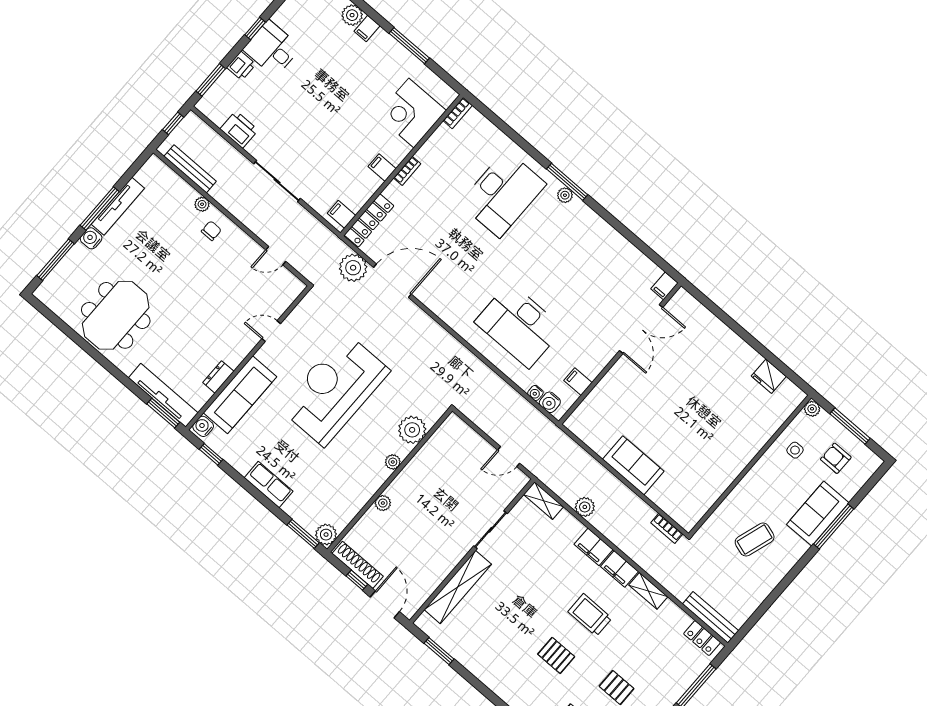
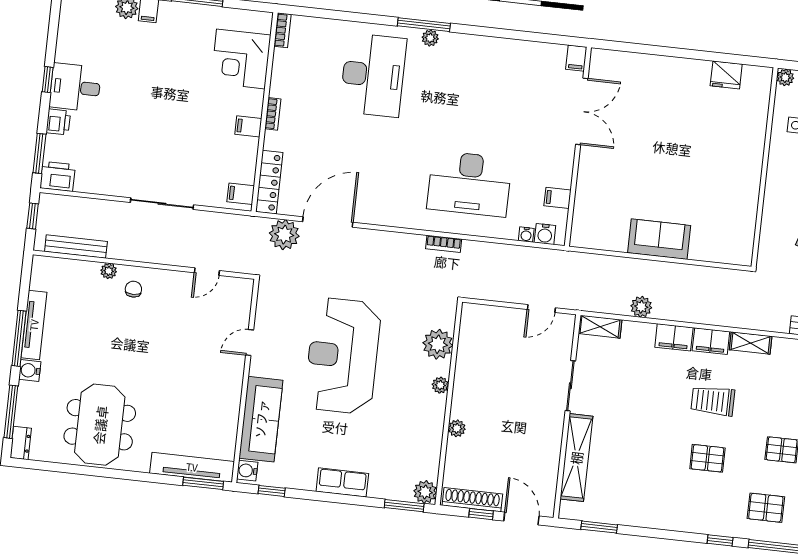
printer: (239, 130) -> (58, 176), moved
dresser: (218, 377) -> (21, 443), moved, turned 180
bookcase: (667, 528) -> (444, 244), moved

